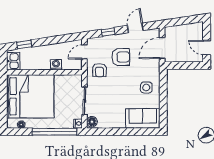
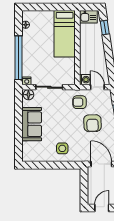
washing machine: (56, 65) -> (85, 80), moved
bed: (30, 96) -> (65, 34), width x0.49
sofa: (143, 118) -> (32, 124), moved

